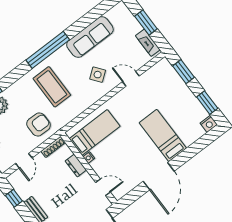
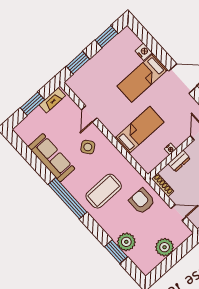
nightstand: (209, 124) -> (144, 52), moved
bed: (95, 133) -> (139, 130), moved, turned 90

